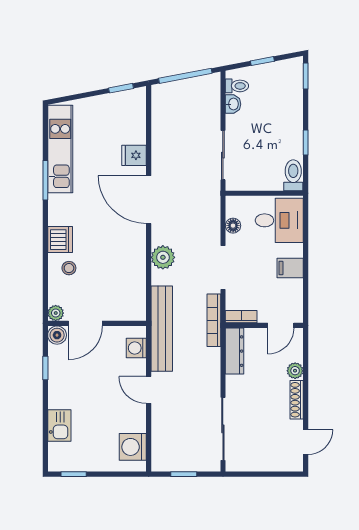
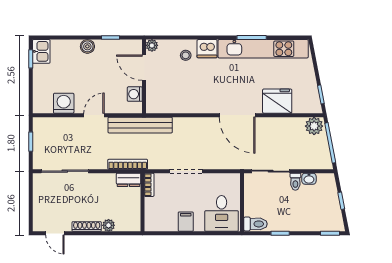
toilet: (237, 86) -> (295, 182), moved
kitchen unit: (60, 149) -> (263, 49), width x1.36
fridge: (134, 155) -> (277, 101), width x1.88, depth x1.34
door: (149, 200) -> (237, 115), swing flipped
floor lamp: (233, 226) -> (218, 179), removed
plant: (163, 257) -> (314, 126), moved
bookcase: (214, 320) -> (128, 164), moved
door: (281, 325) -> (143, 214), removed
boiler: (57, 335) -> (87, 46), moved
washing machine: (136, 348) -> (135, 94), moved, turned -90
dresser: (235, 351) -> (129, 180), width x0.70
kitchen sink: (59, 426) -> (41, 51), moved, turned -90
washing machine: (133, 447) -> (64, 103), moved

